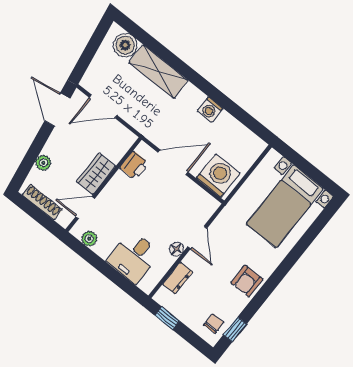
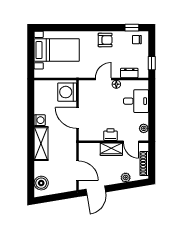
shelving: (158, 71) -> (41, 144), moved
printer: (134, 165) -> (110, 135), moved

